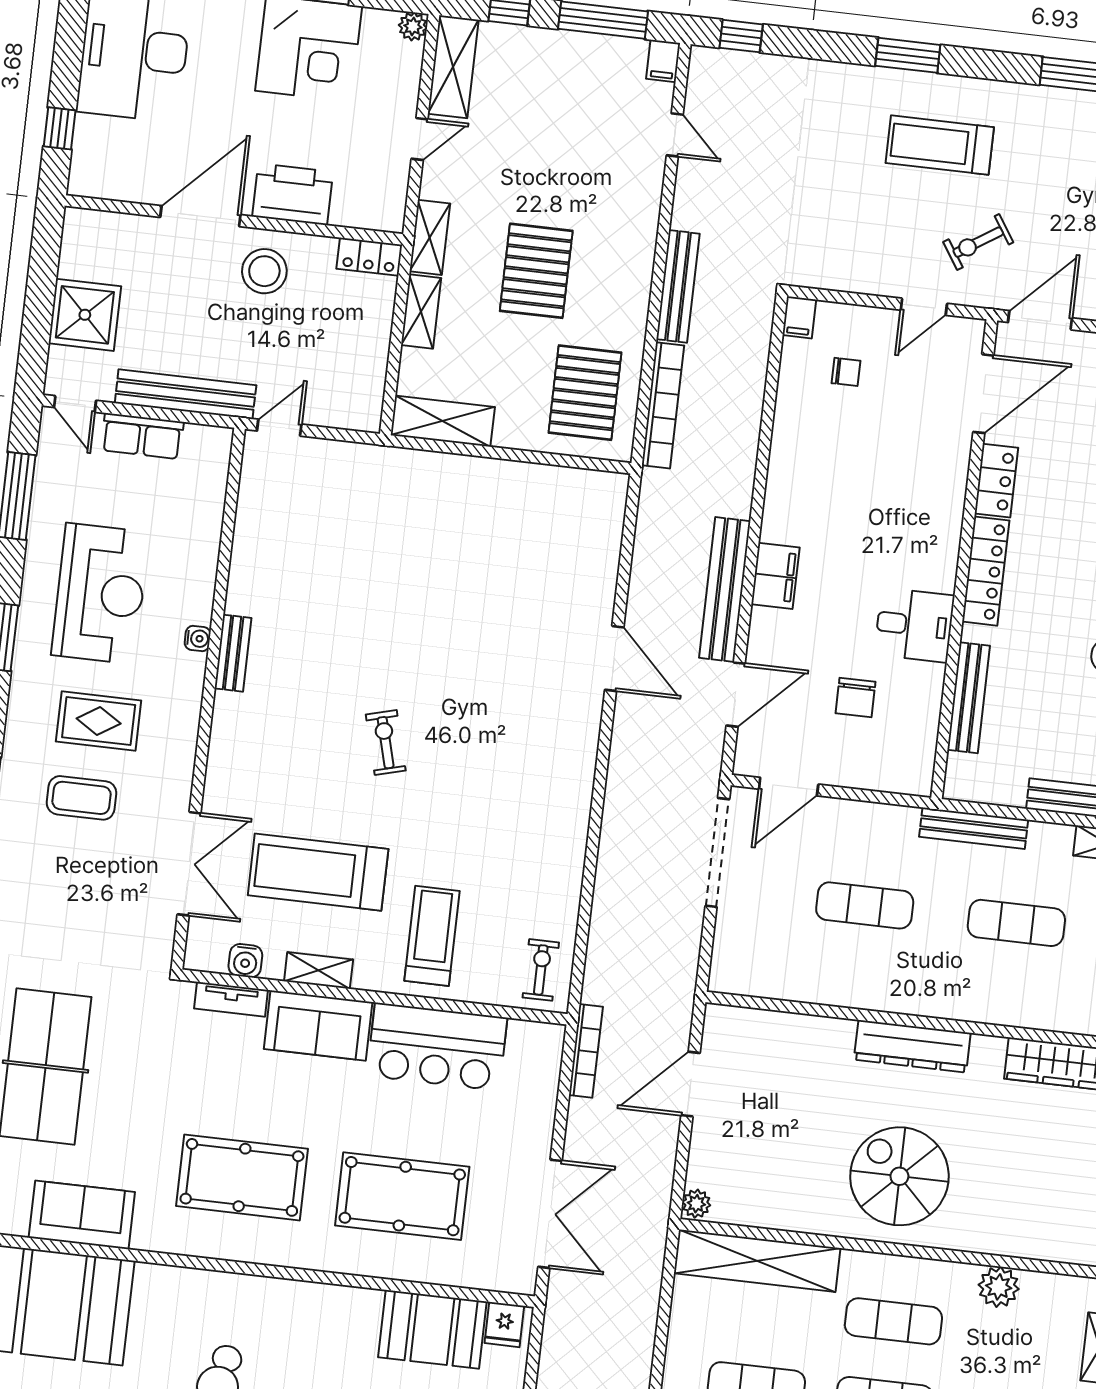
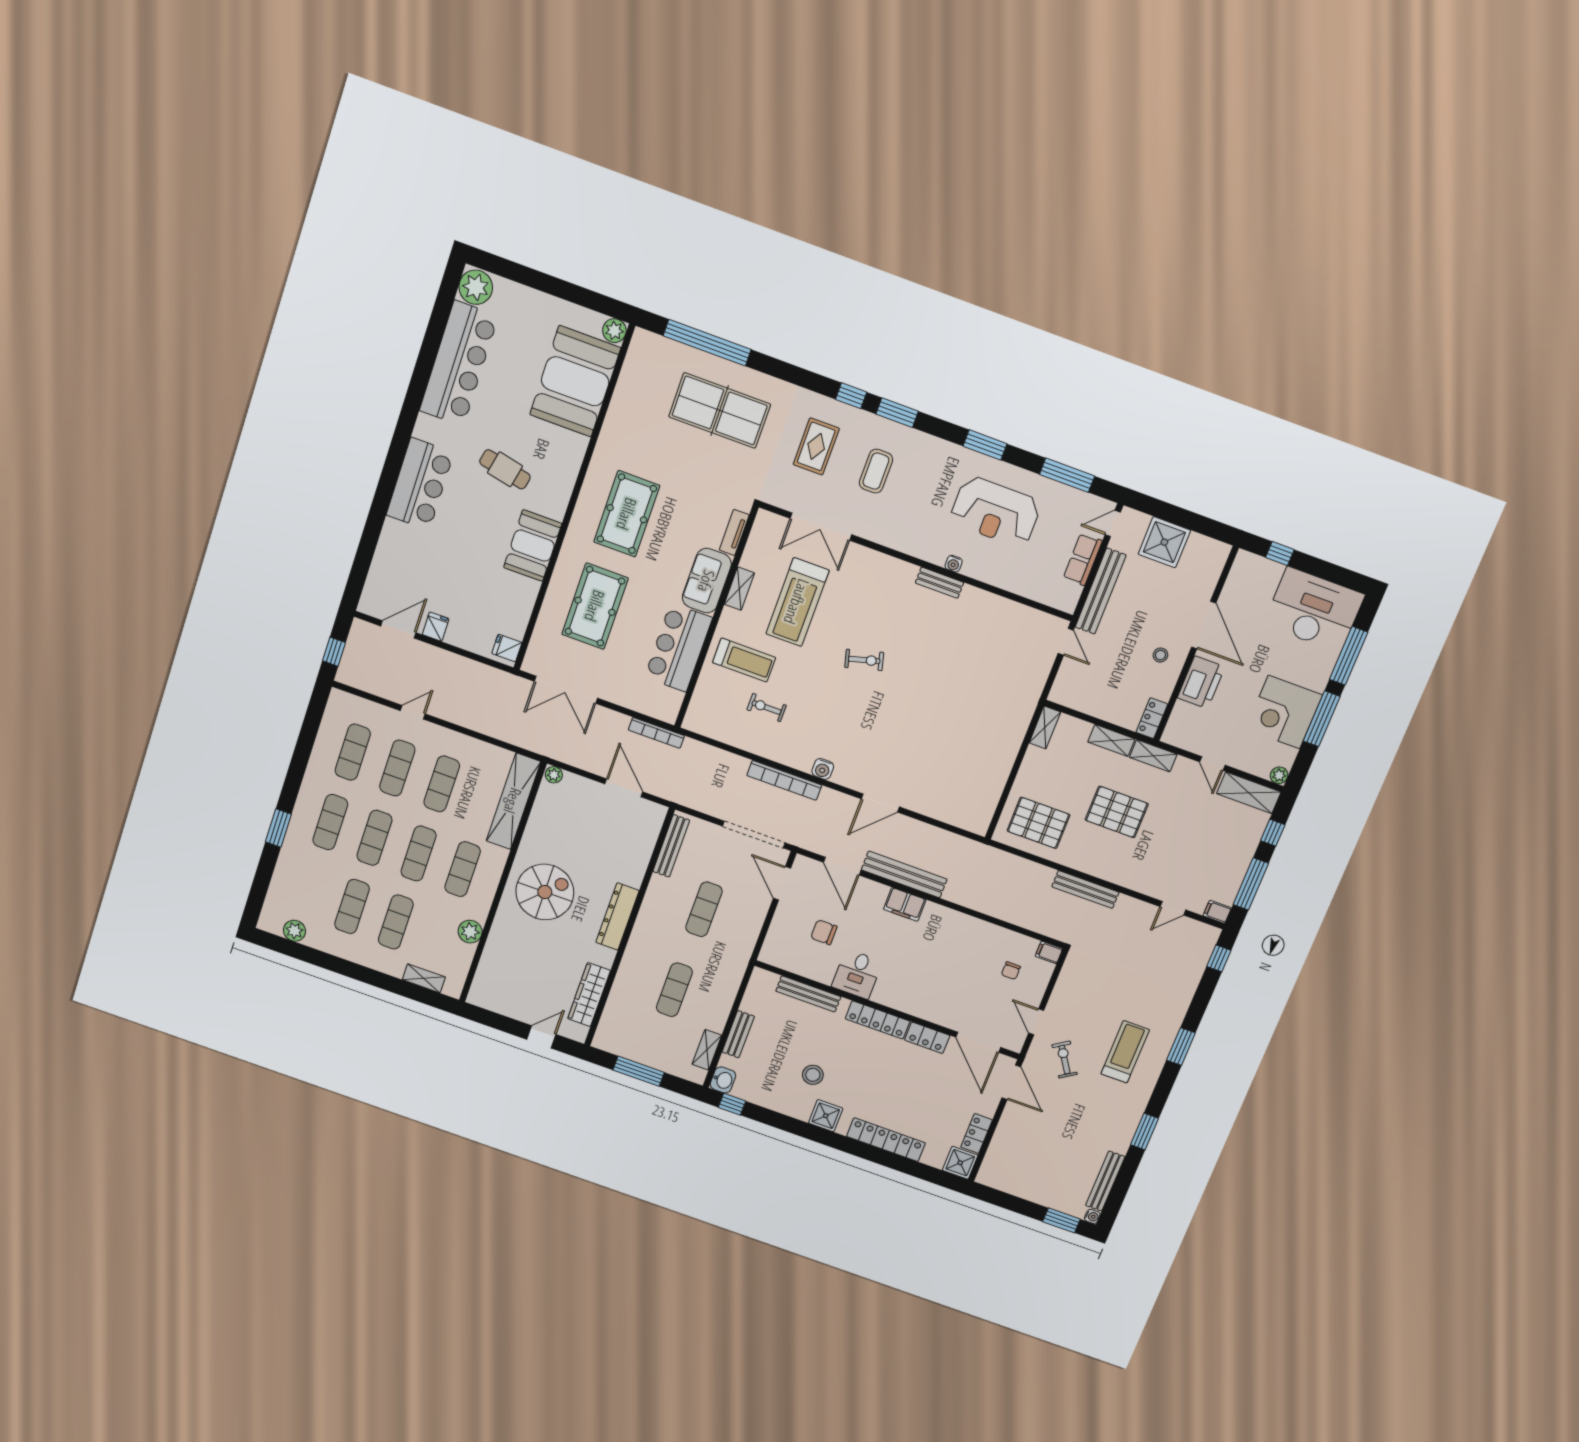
stool: (264, 271) -> (1160, 655), width x0.53, depth x0.53
bookcase: (663, 405) -> (784, 780), moved
shelving: (443, 421) -> (1045, 727), width x0.67, depth x0.75
rug: (99, 721) -> (816, 446), moved
bench: (974, 828) -> (671, 846), moved
treadmill: (318, 872) -> (797, 602), turned 180
water cooler: (245, 961) -> (823, 769), moved, turned -90
exercise bike: (541, 970) -> (767, 708), moved, turned 180
sofa: (82, 1215) -> (625, 411), removed
booth: (432, 1329) -> (533, 546), moved

